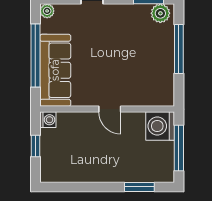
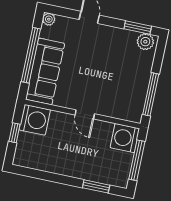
window: (179, 49) -> (151, 94), moved
washing machine: (48, 120) -> (35, 120), width x1.89, depth x1.89

